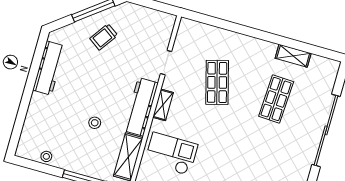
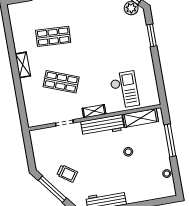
shelving: (293, 56) -> (23, 65), moved
shop shelf: (217, 82) -> (61, 82), turned 36
checkout: (171, 154) -> (124, 90), turned 180

